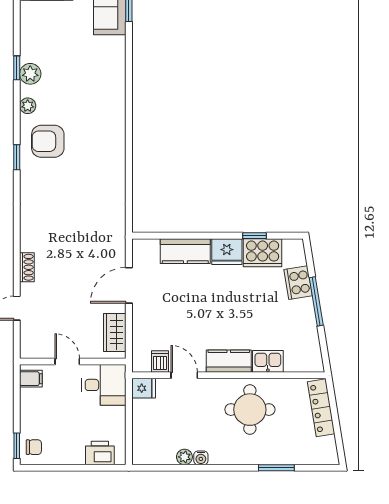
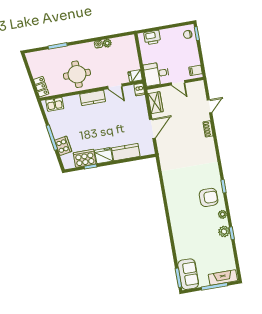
dishwasher: (160, 361) -> (139, 90), moved
kitchen sink: (268, 361) -> (55, 104), moved
locker: (321, 408) -> (41, 87), width x0.66

